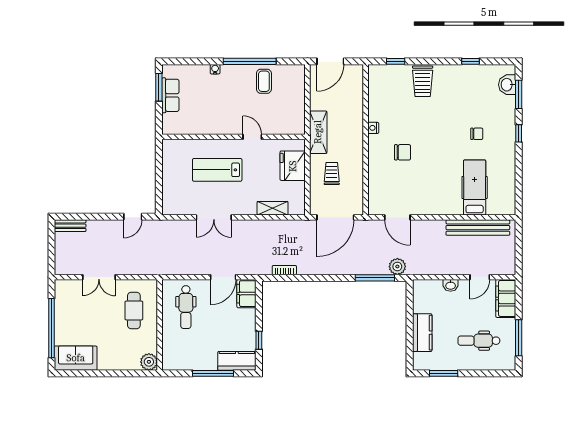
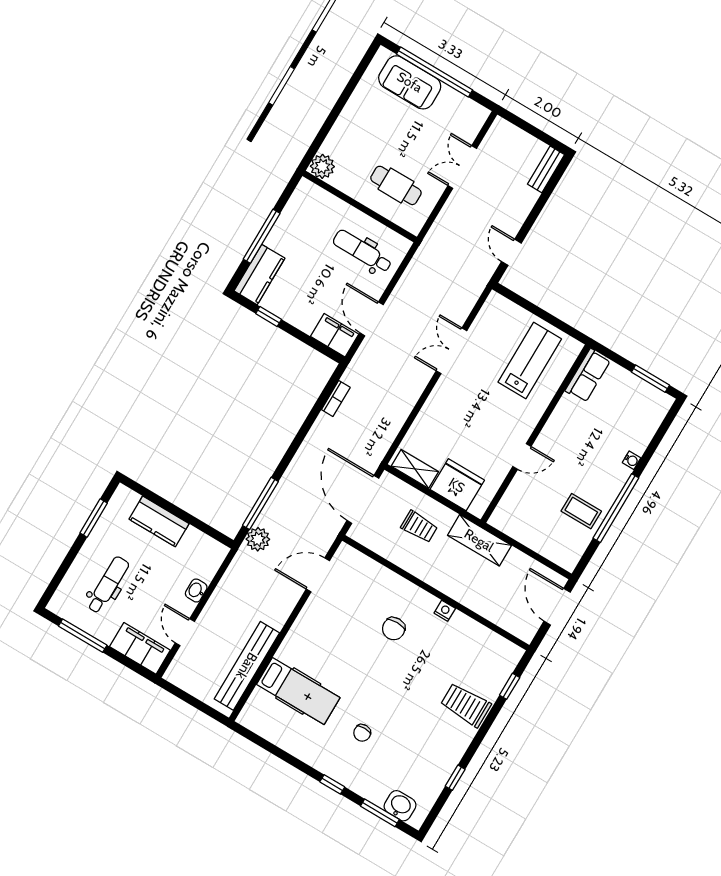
row of seats: (170, 95) -> (588, 375), moved, turned -90
lab bench: (217, 170) -> (530, 361), moved
shelving: (273, 208) -> (415, 469), moved, turned 90
sofa: (76, 358) -> (410, 82), moved, turned 90

